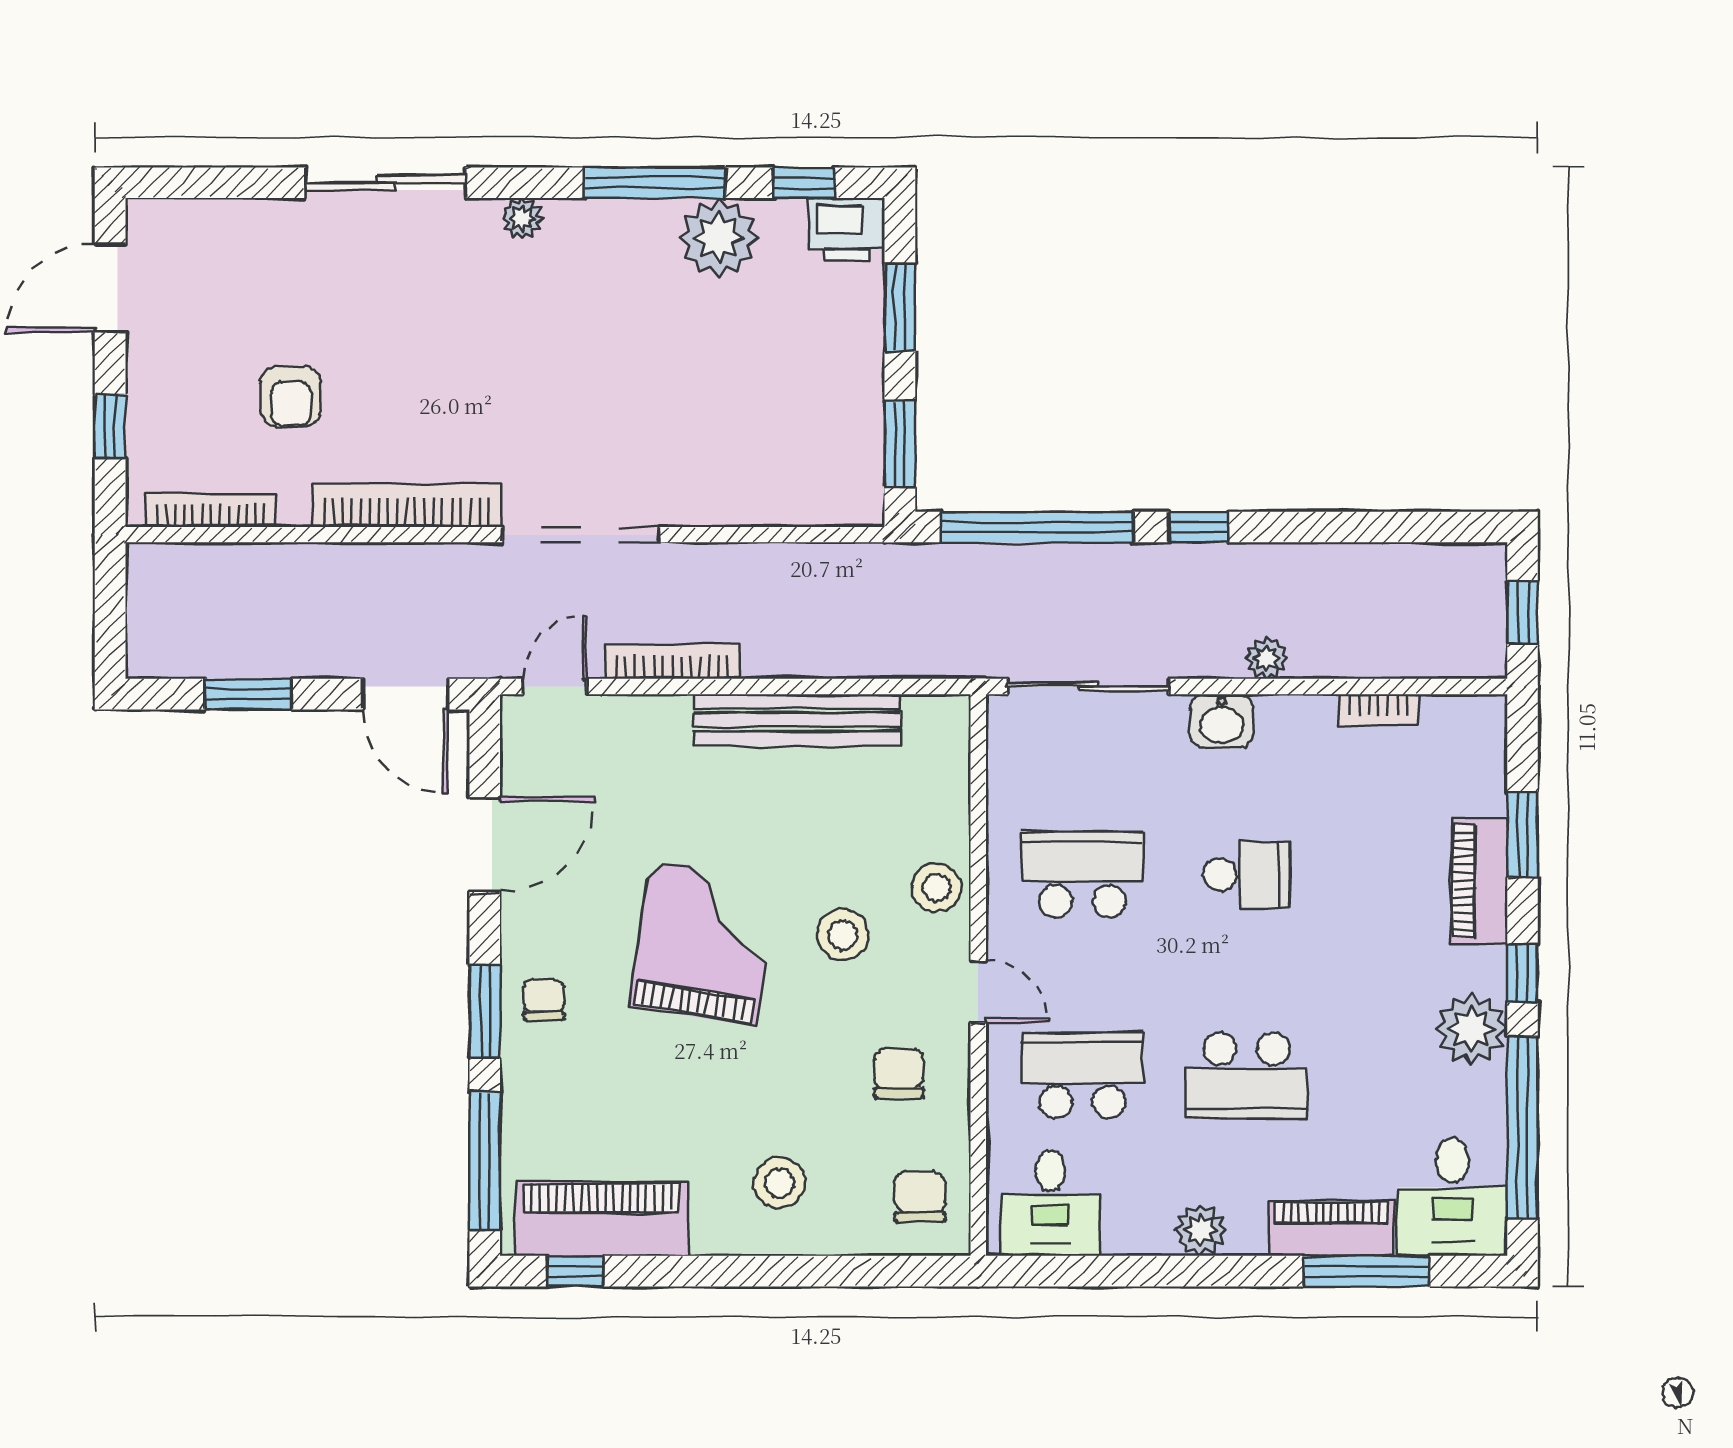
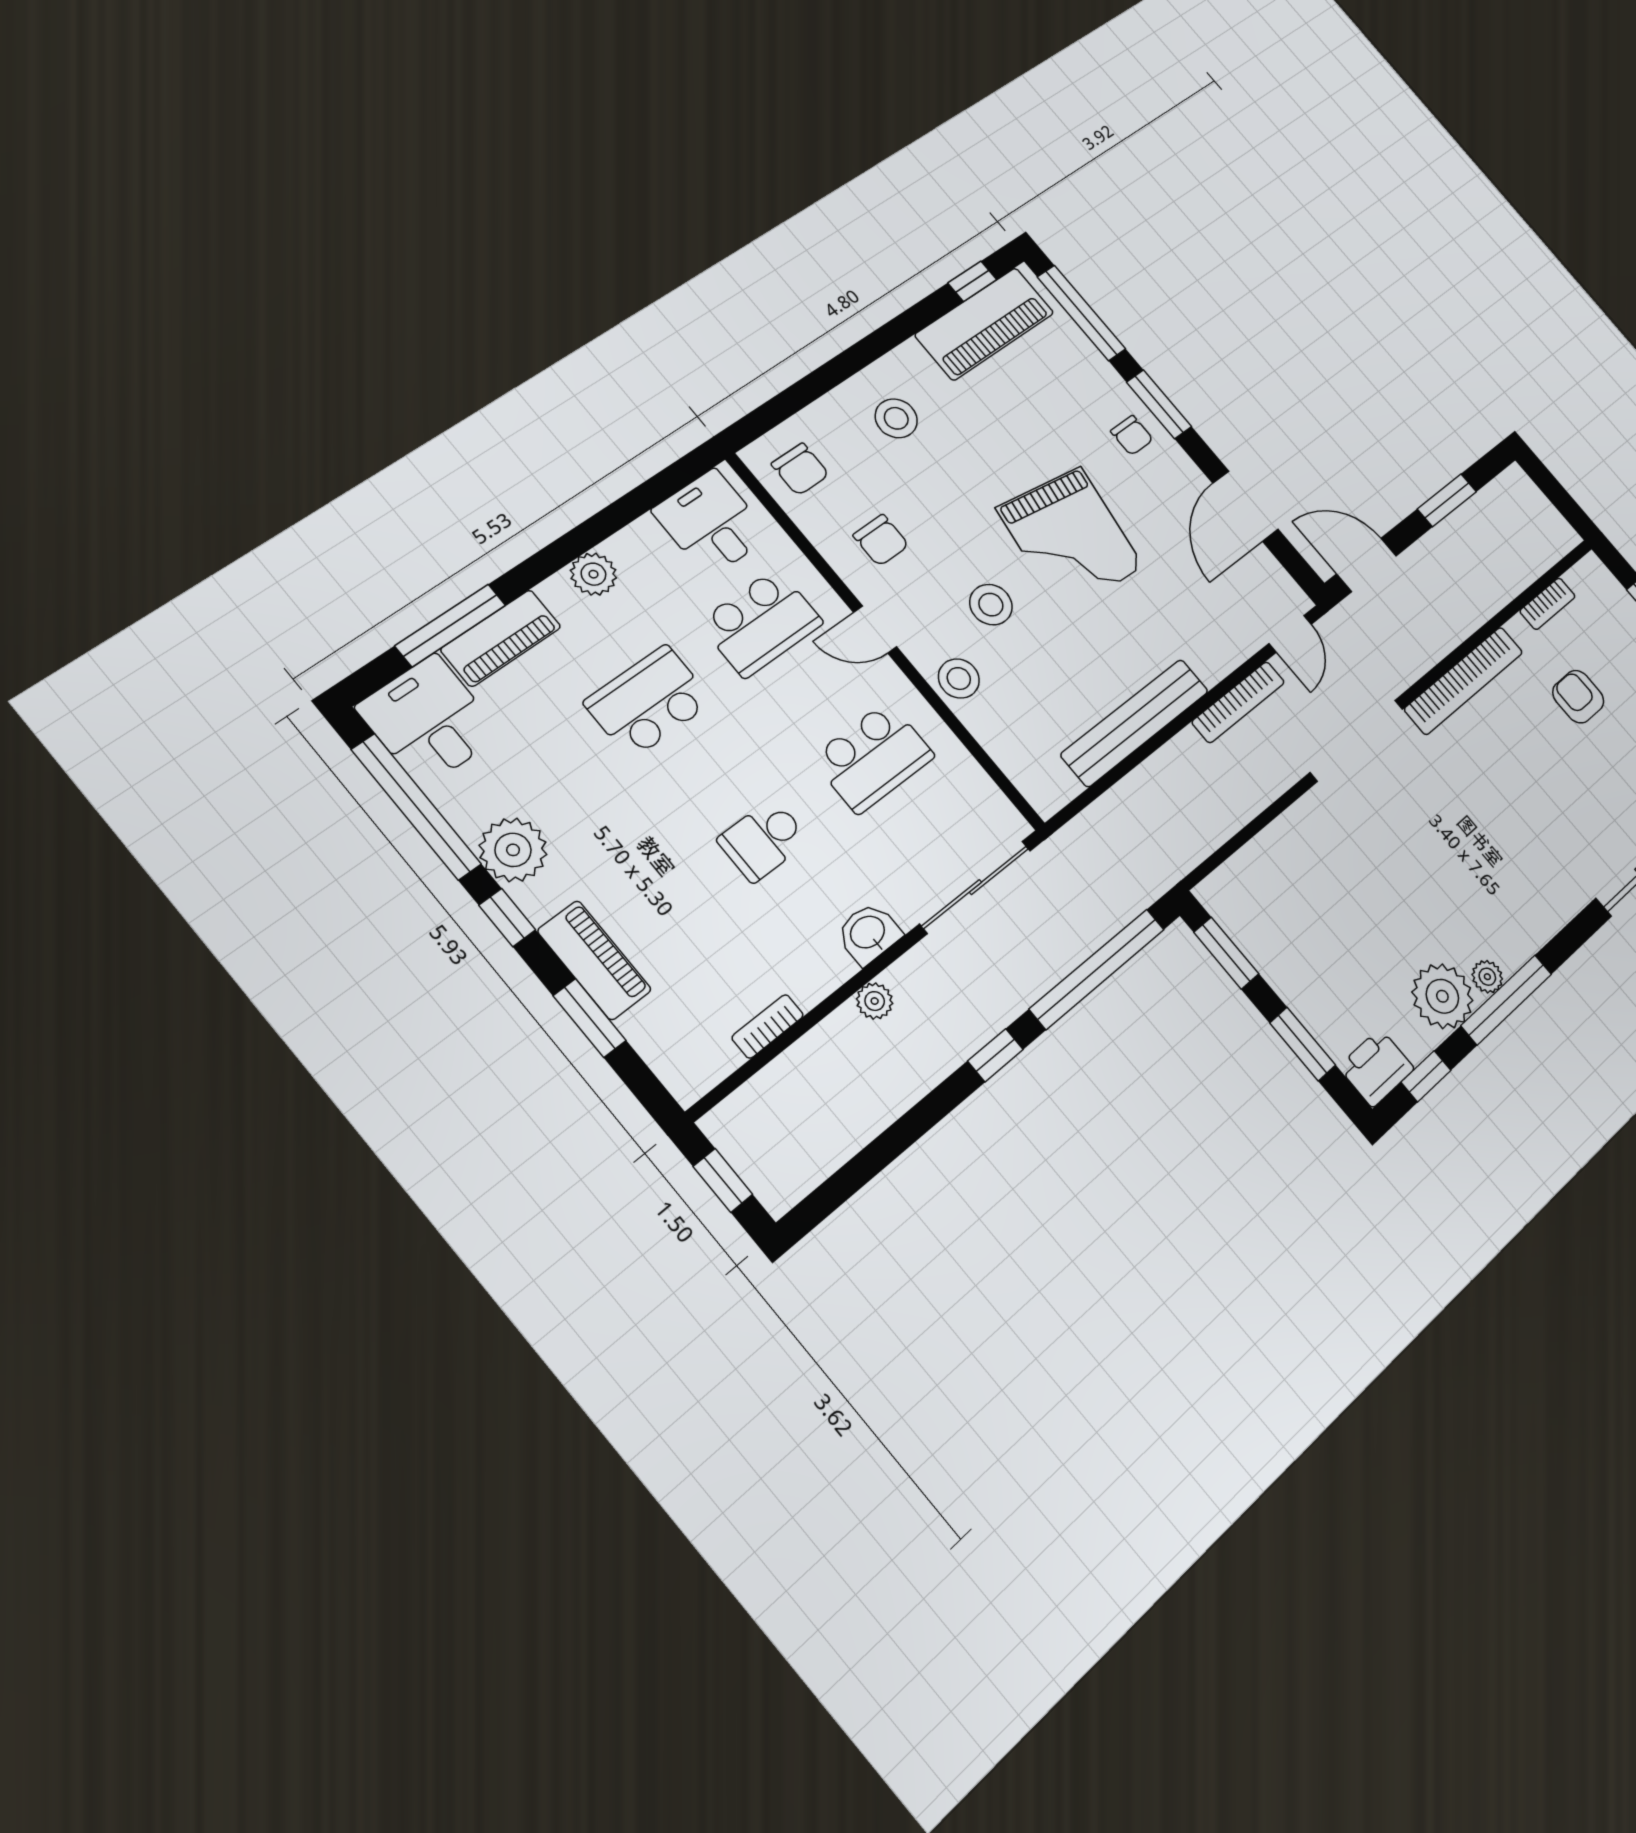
plant: (522, 218) -> (1487, 977), moved
bookcase: (211, 511) -> (1548, 604), width x0.64

